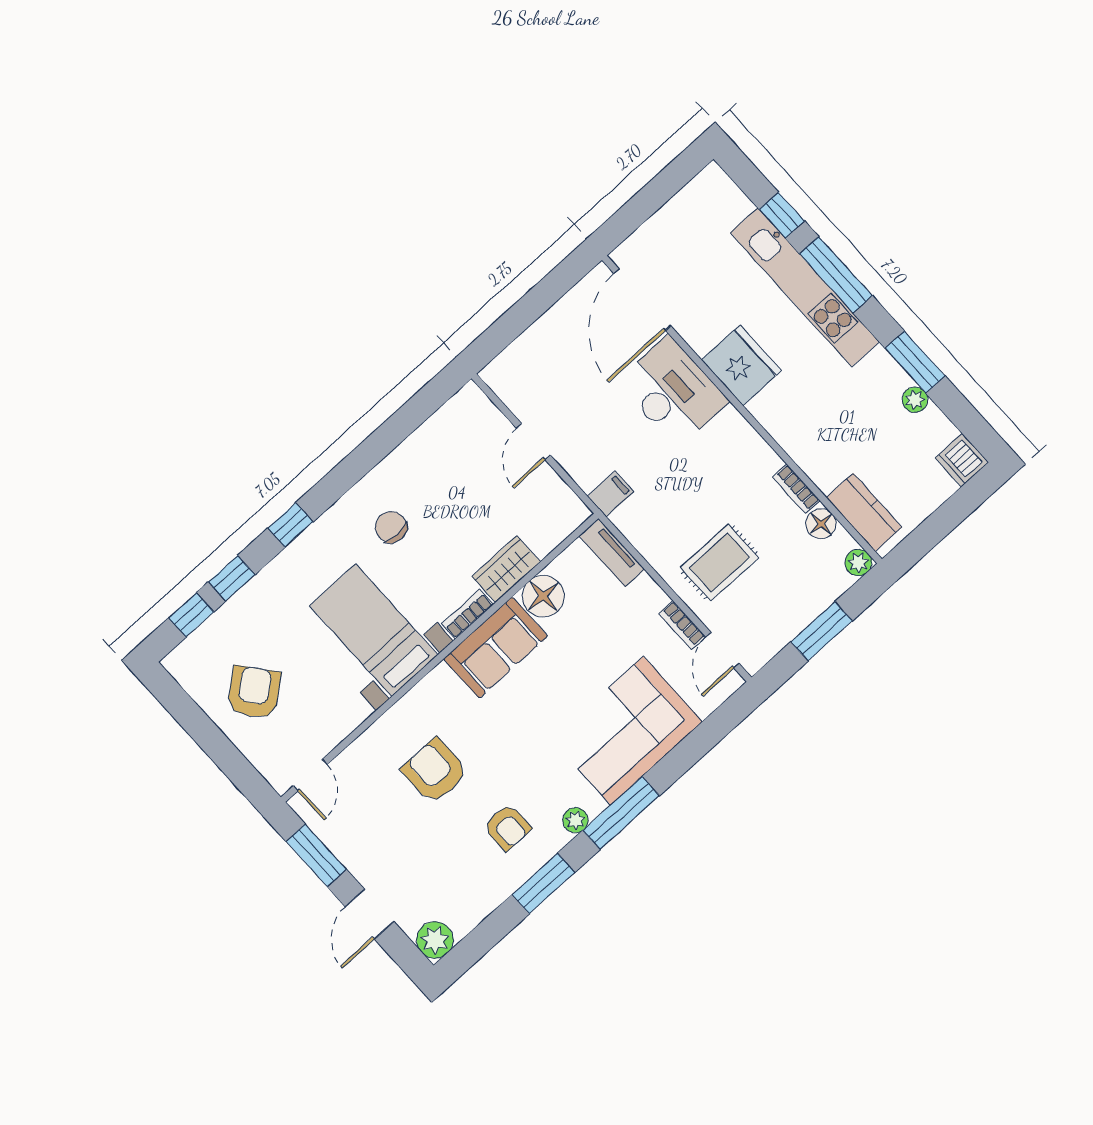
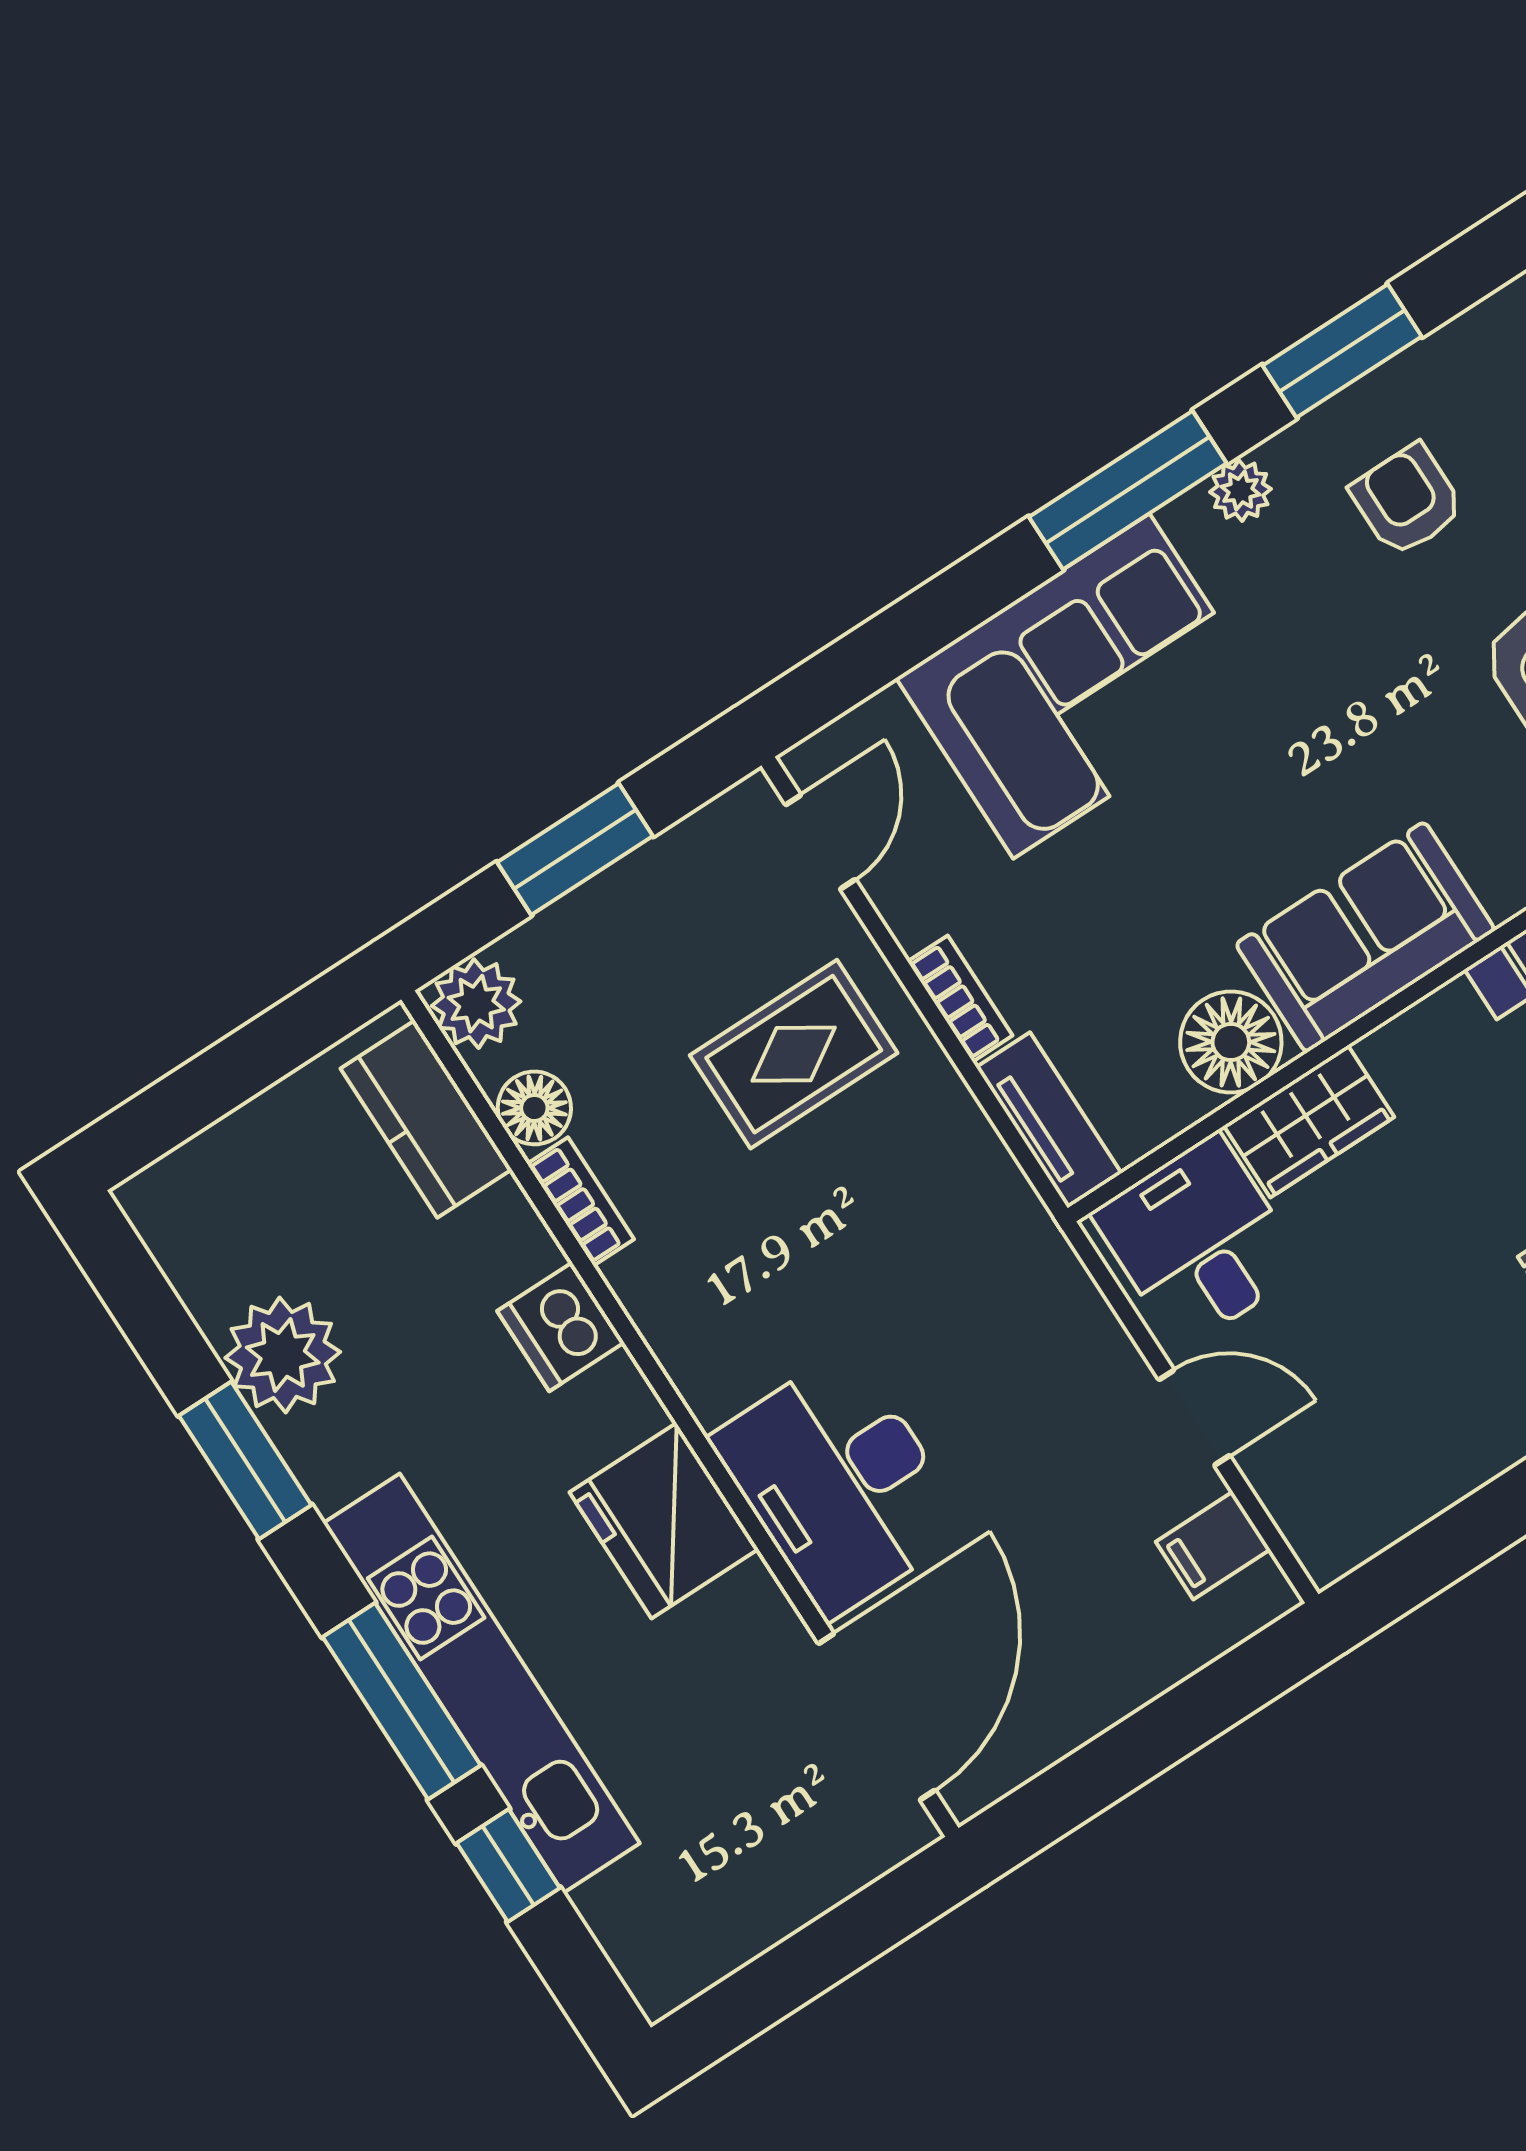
plant: (915, 400) -> (283, 1355), width x1.88, depth x1.88
door: (533, 442) -> (1194, 1418), hinge flipped
dishwasher: (962, 460) -> (561, 1327), moved, turned 180
filing cabinet: (611, 494) -> (1213, 1546), moved
desk: (543, 513) -> (1199, 1241), added
plant: (858, 563) -> (476, 1004), width x1.38, depth x1.38
bookcase: (468, 614) -> (1420, 1028), removed
bookcase: (682, 625) -> (960, 999), moved

